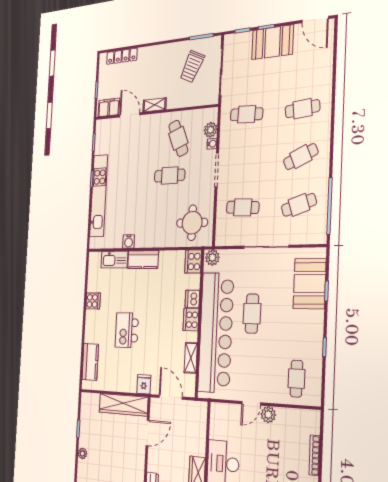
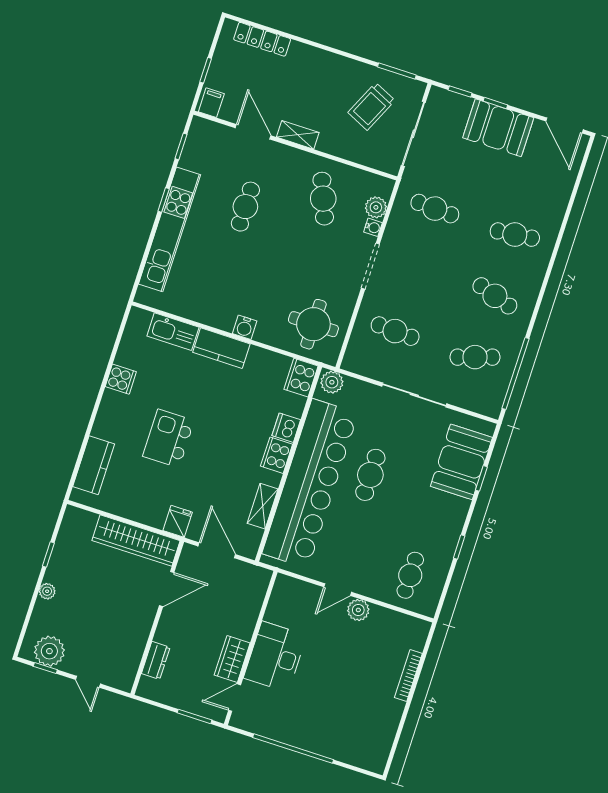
filing cabinet: (109, 107) -> (211, 103), width x0.50
cafe table: (301, 157) -> (495, 296), turned 42
cafe table: (170, 176) -> (245, 207), moved, turned 90
water cooler: (129, 241) -> (245, 327), moved

